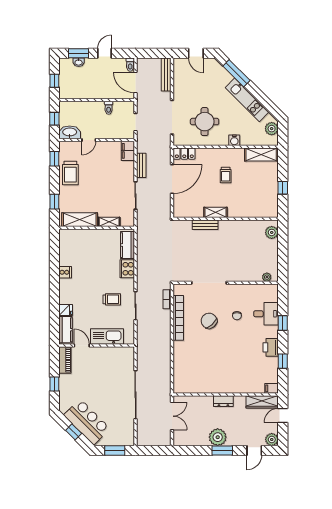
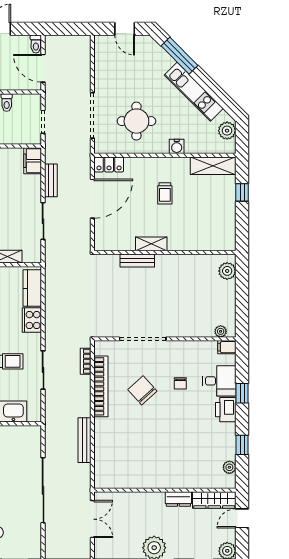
bench: (166, 75) -> (85, 440), moved
window: (283, 188) -> (242, 192), moved
printer: (271, 347) -> (226, 410), moved
plant: (273, 378) -> (229, 467), added
filing cabinet: (271, 388) -> (227, 347), moved
dresser: (223, 401) -> (178, 499), moved

